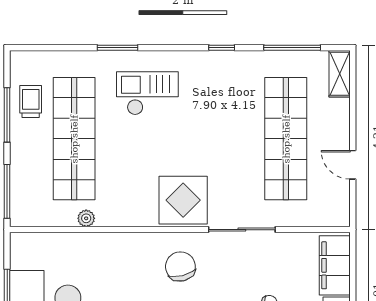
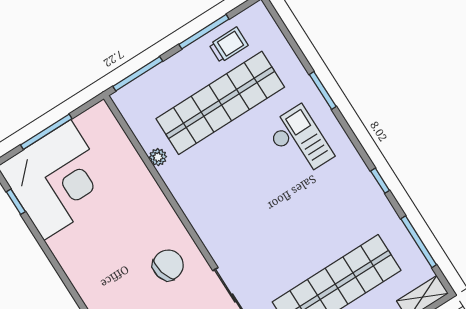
display table: (183, 200) -> (227, 231), removed

